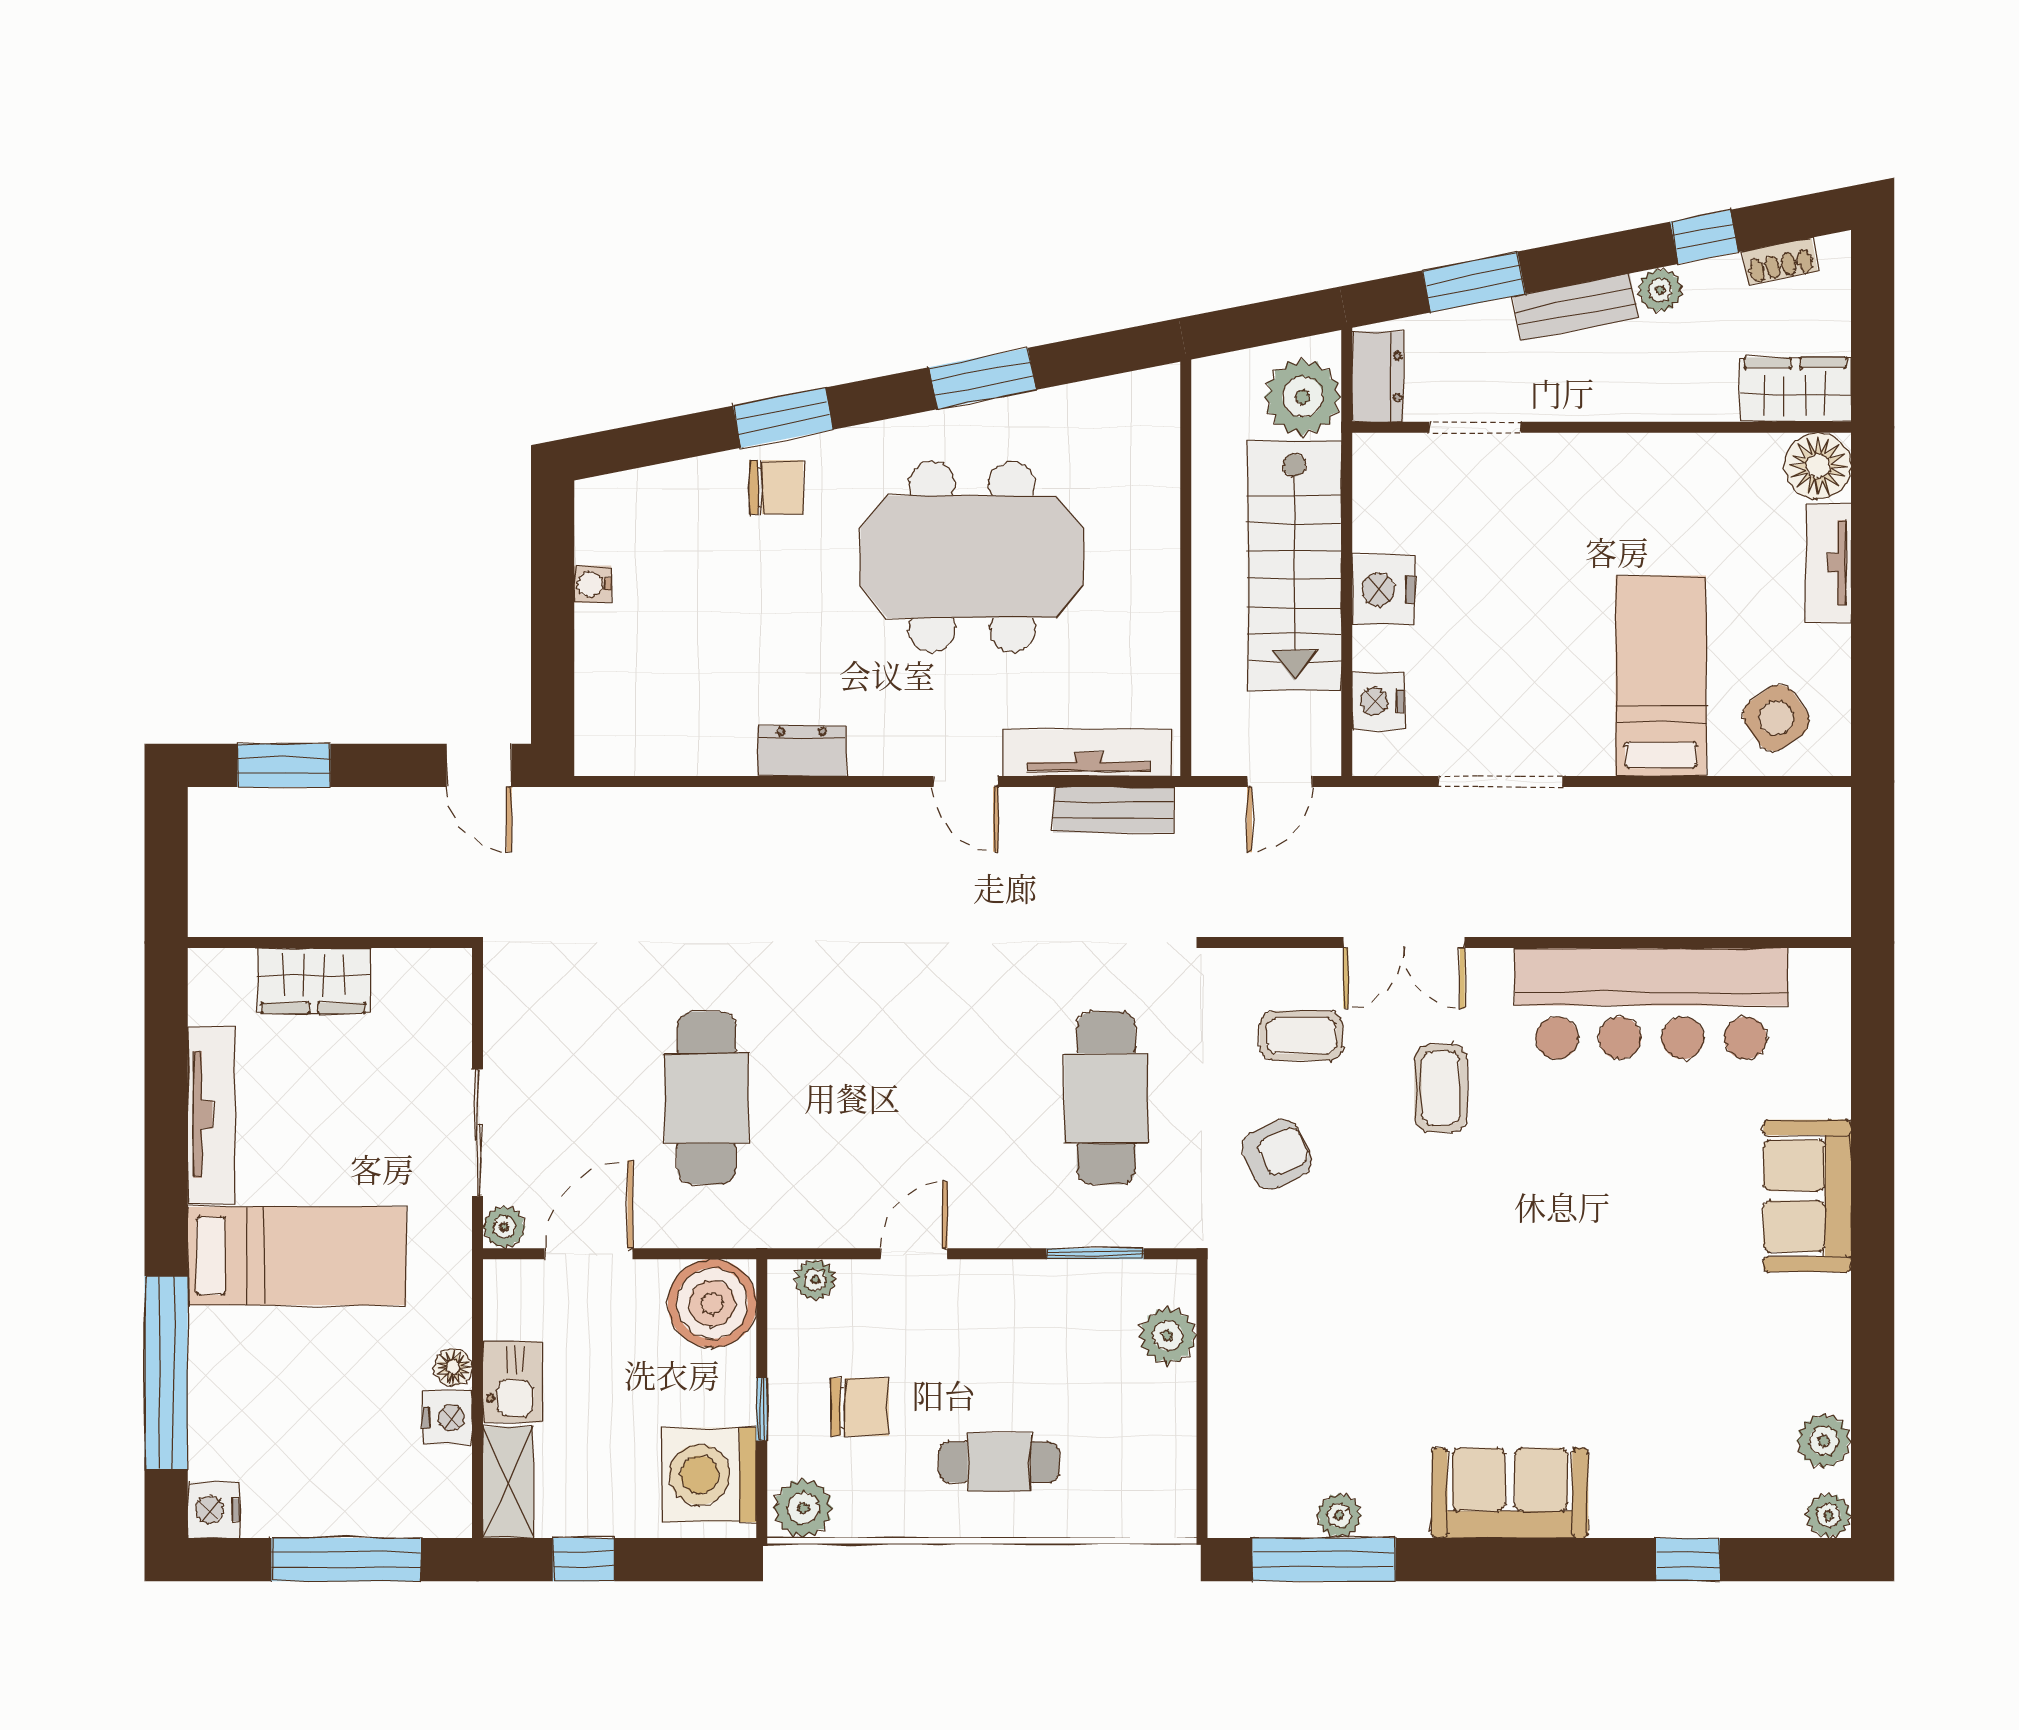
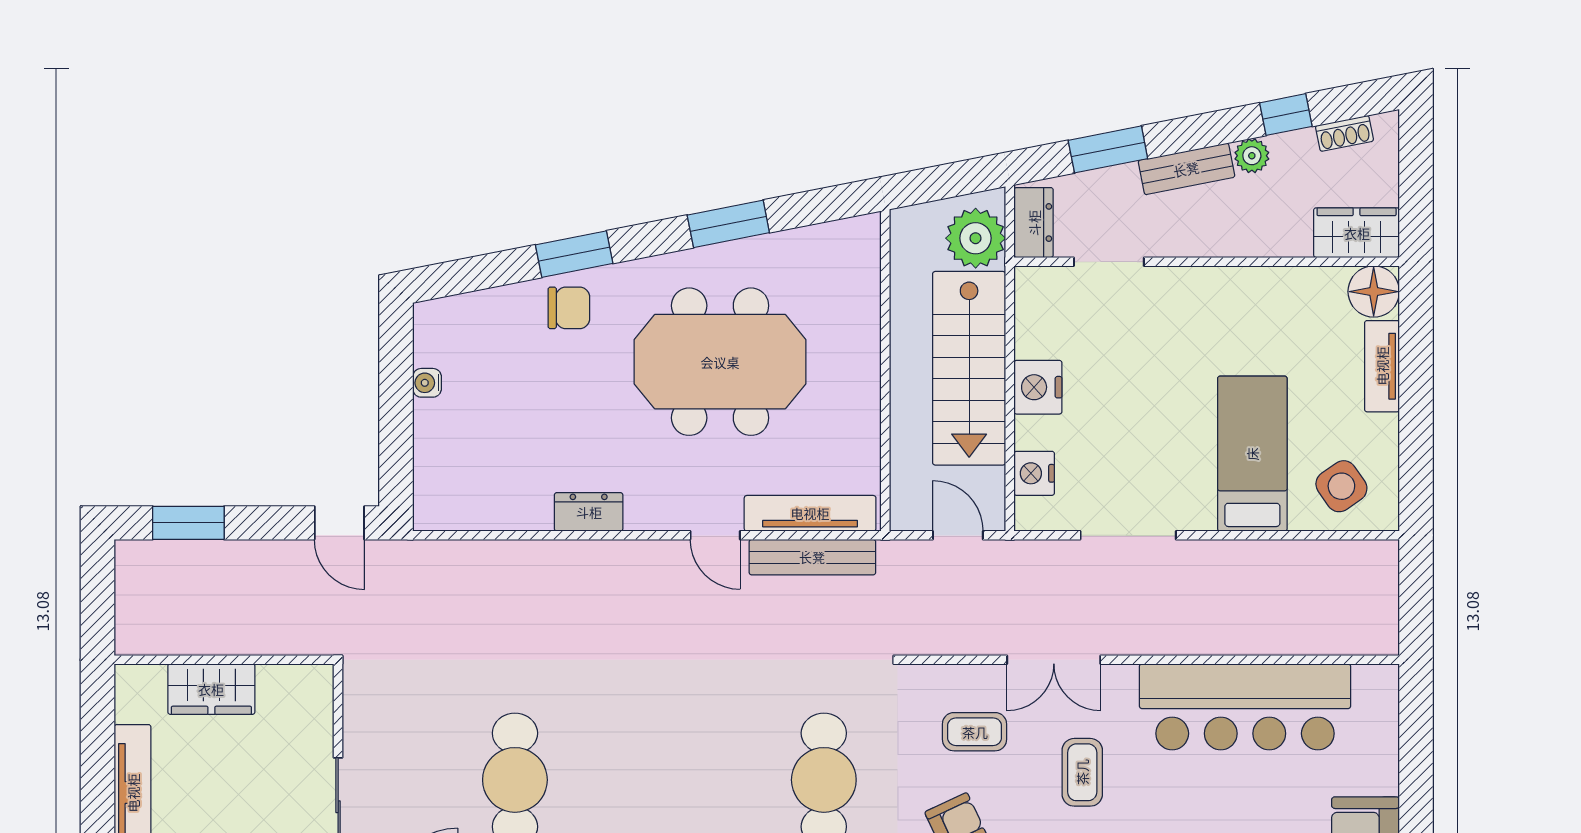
door: (1280, 781) -> (958, 535), swing flipped
bench: (1113, 810) -> (812, 557), width x1.36

